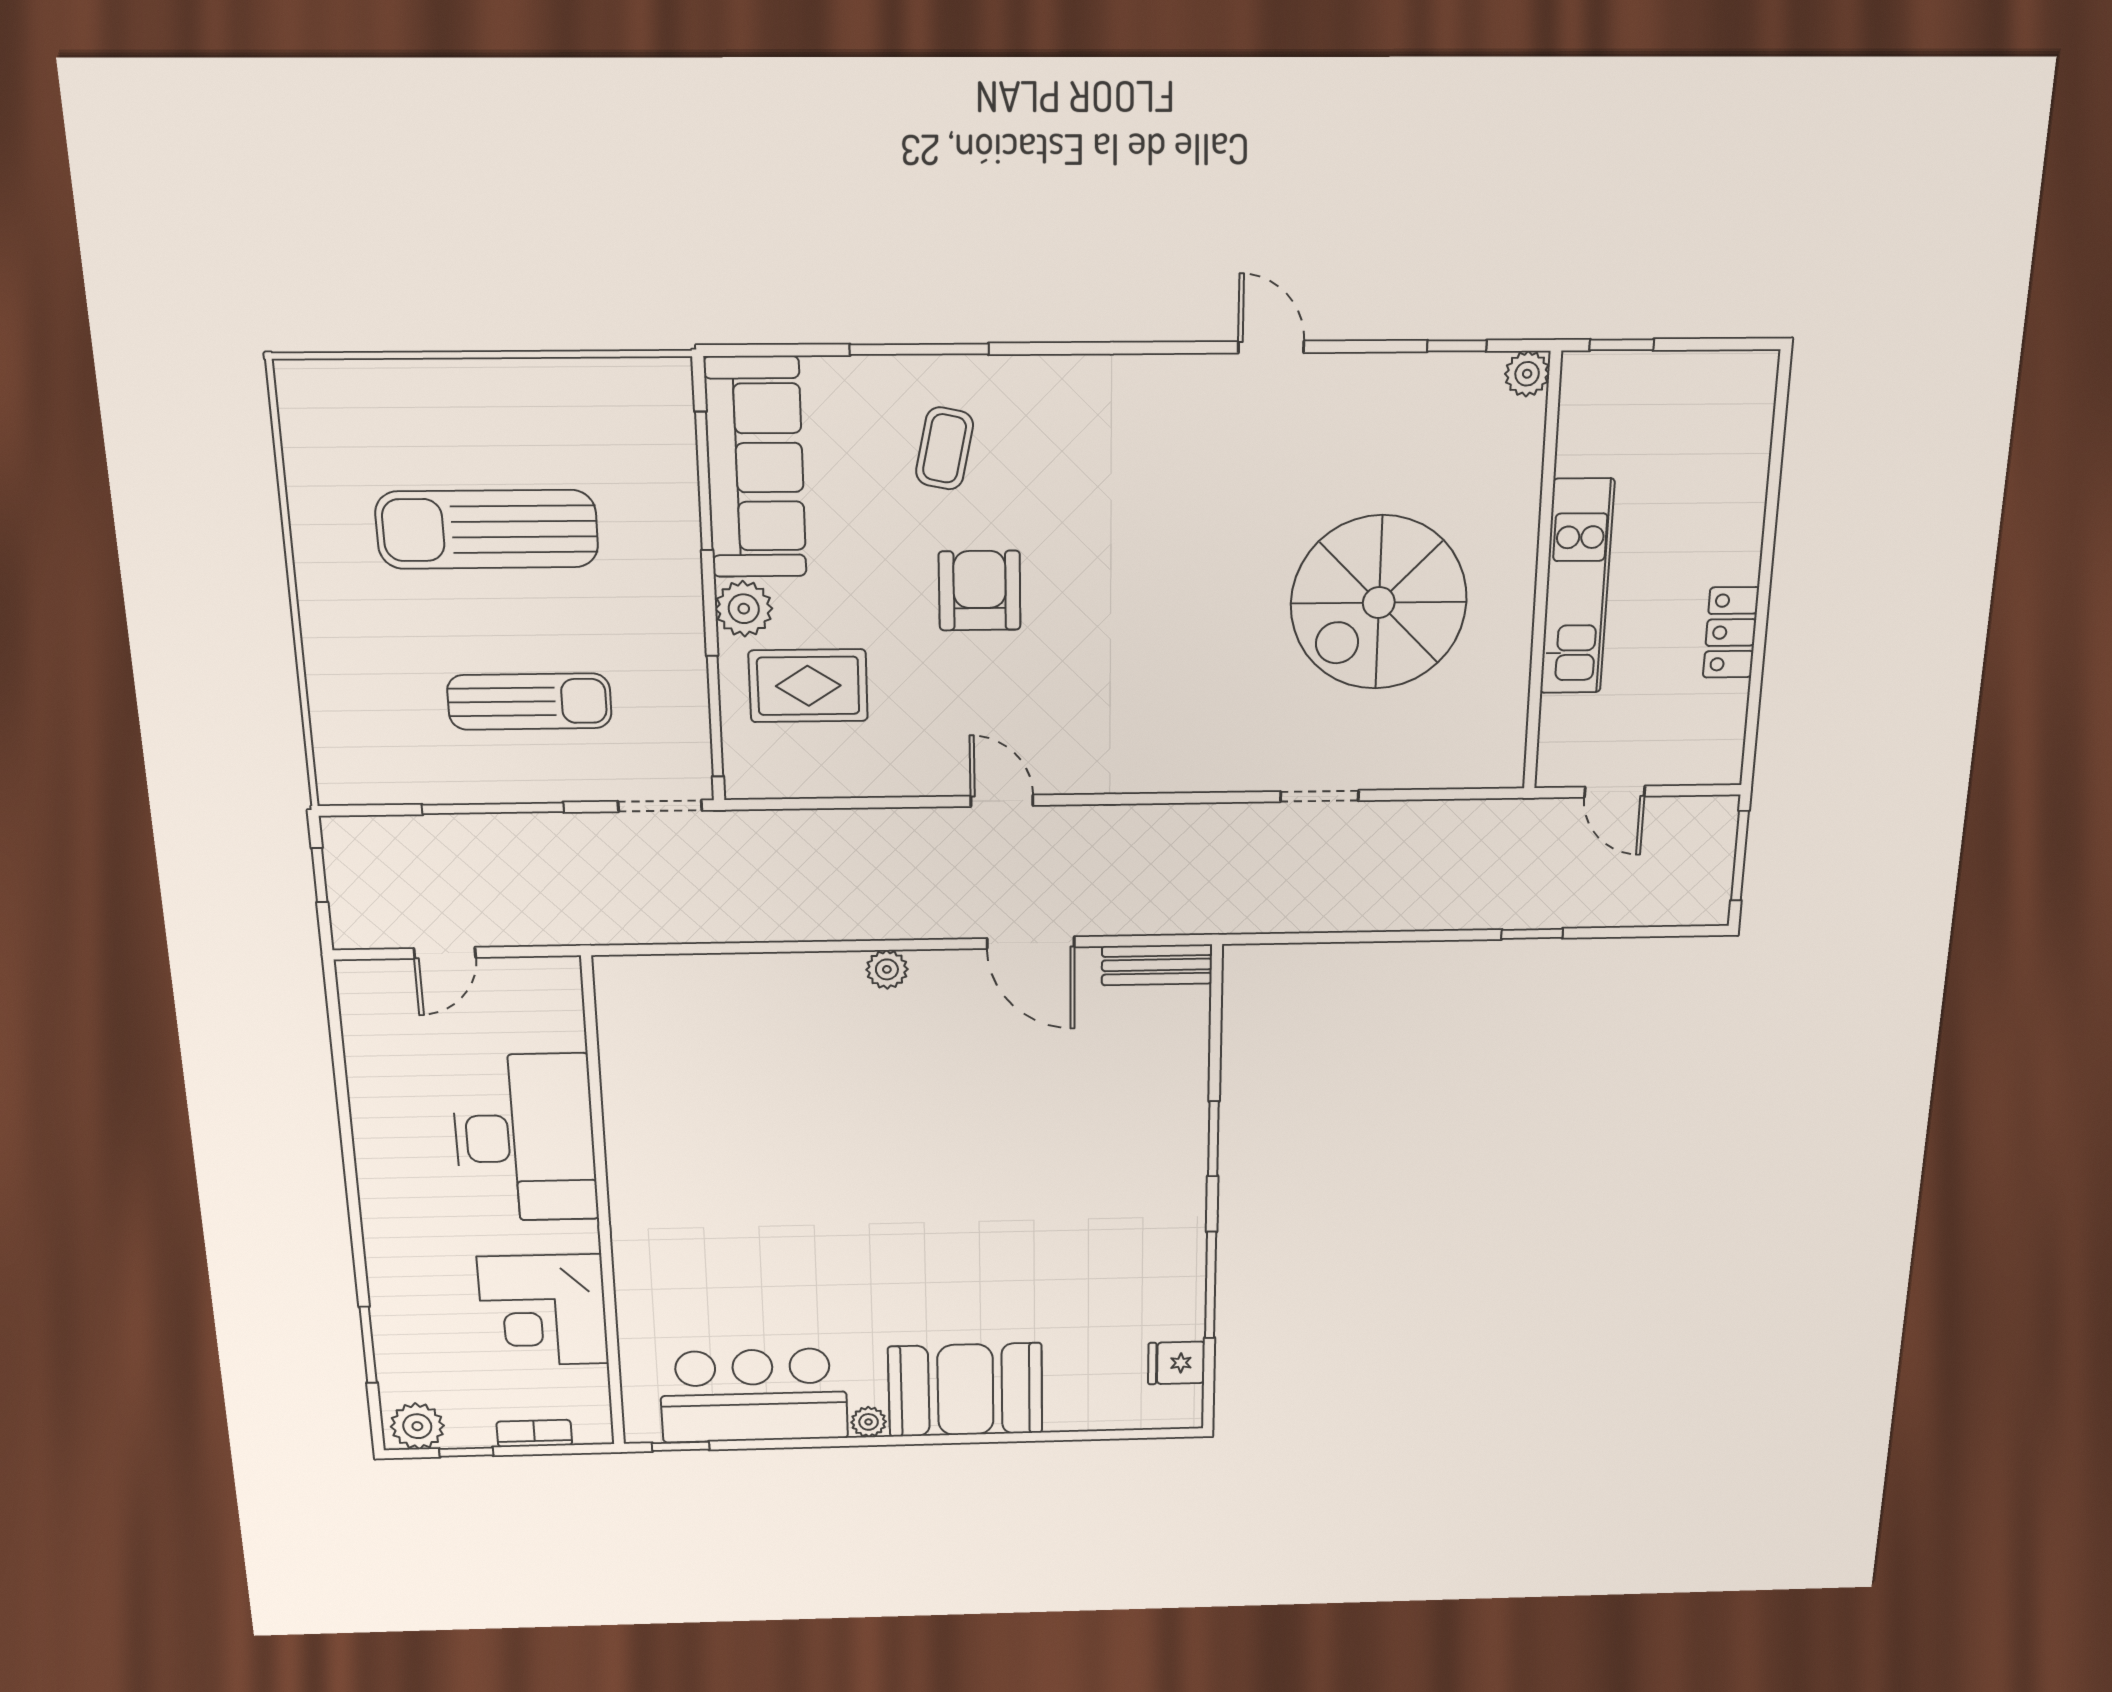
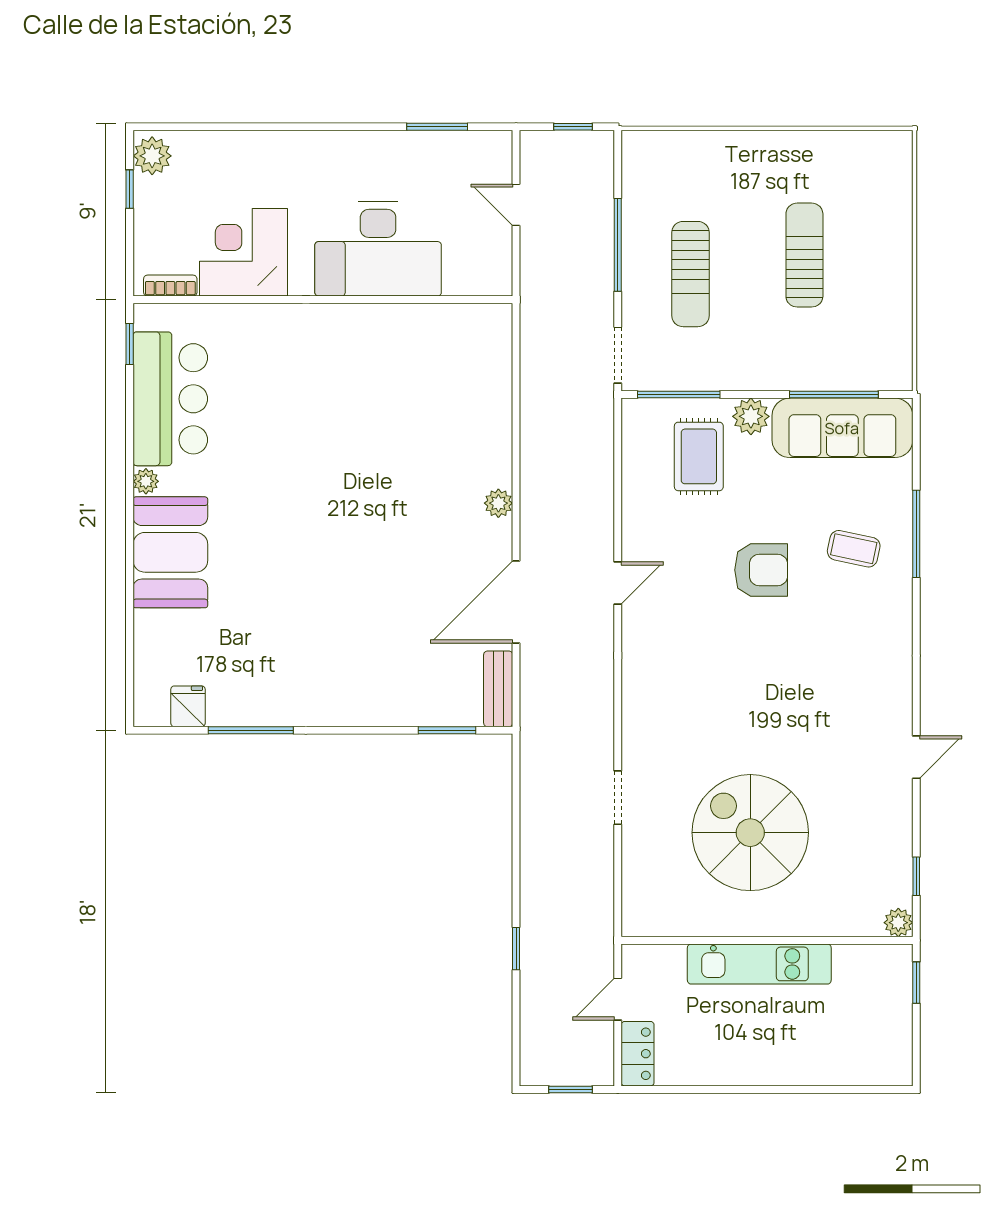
sun lounger: (487, 529) -> (804, 255), width x0.73, depth x0.75
locker: (1731, 632) -> (638, 1054), moved, turned 90
window: (1740, 856) -> (571, 1090), width x0.67
door: (1031, 943) -> (516, 602), width x1.36
window: (1213, 1139) -> (447, 730), moved
window: (368, 1345) -> (437, 127), moved
bookcase: (534, 1433) -> (170, 286), moved, turned -90

